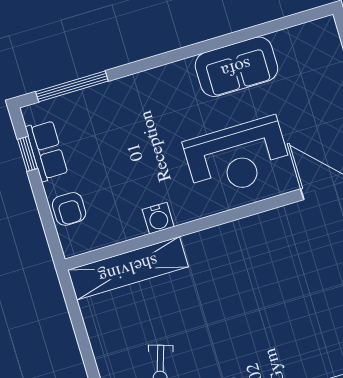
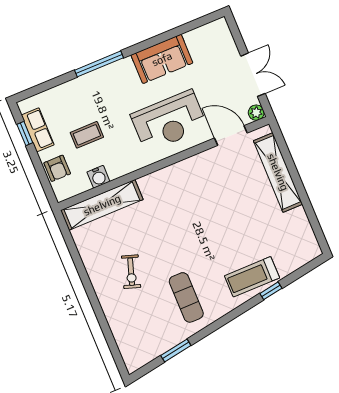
window: (72, 86) -> (99, 64), moved
coffee table: (117, 165) -> (87, 135), added
water cooler: (158, 218) -> (98, 177), moved

